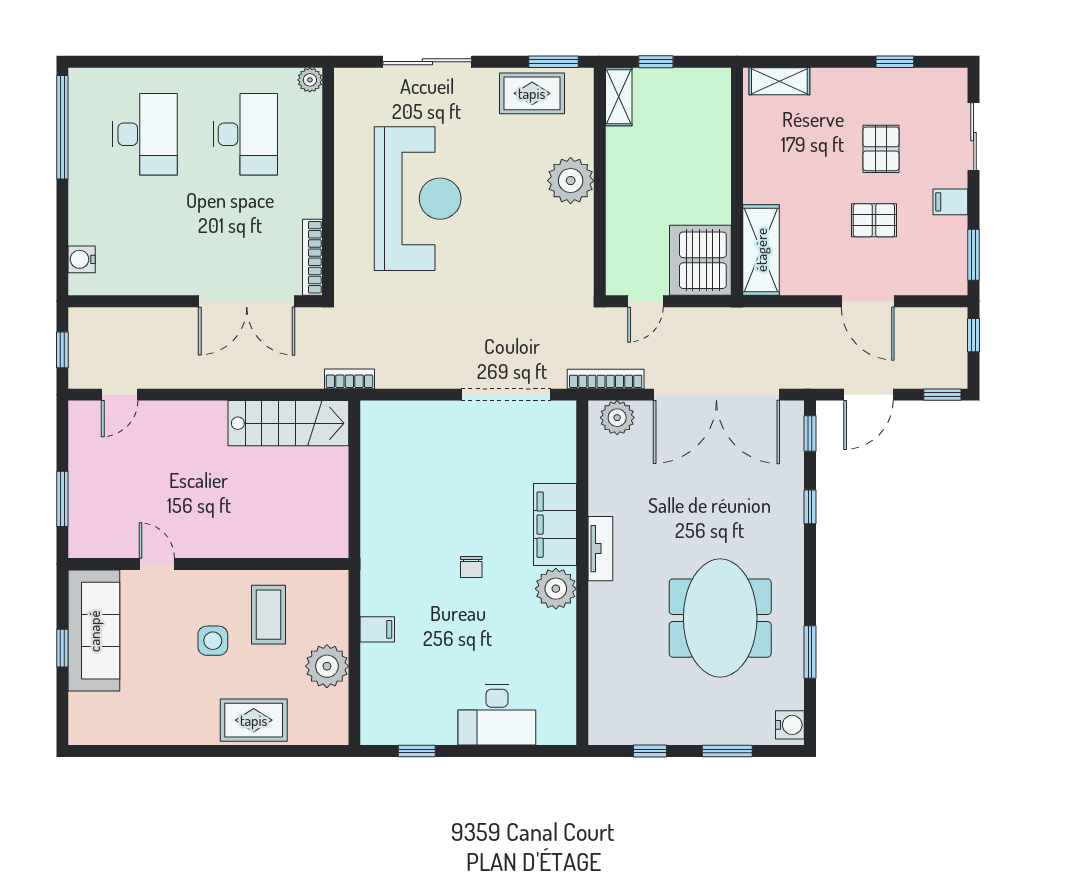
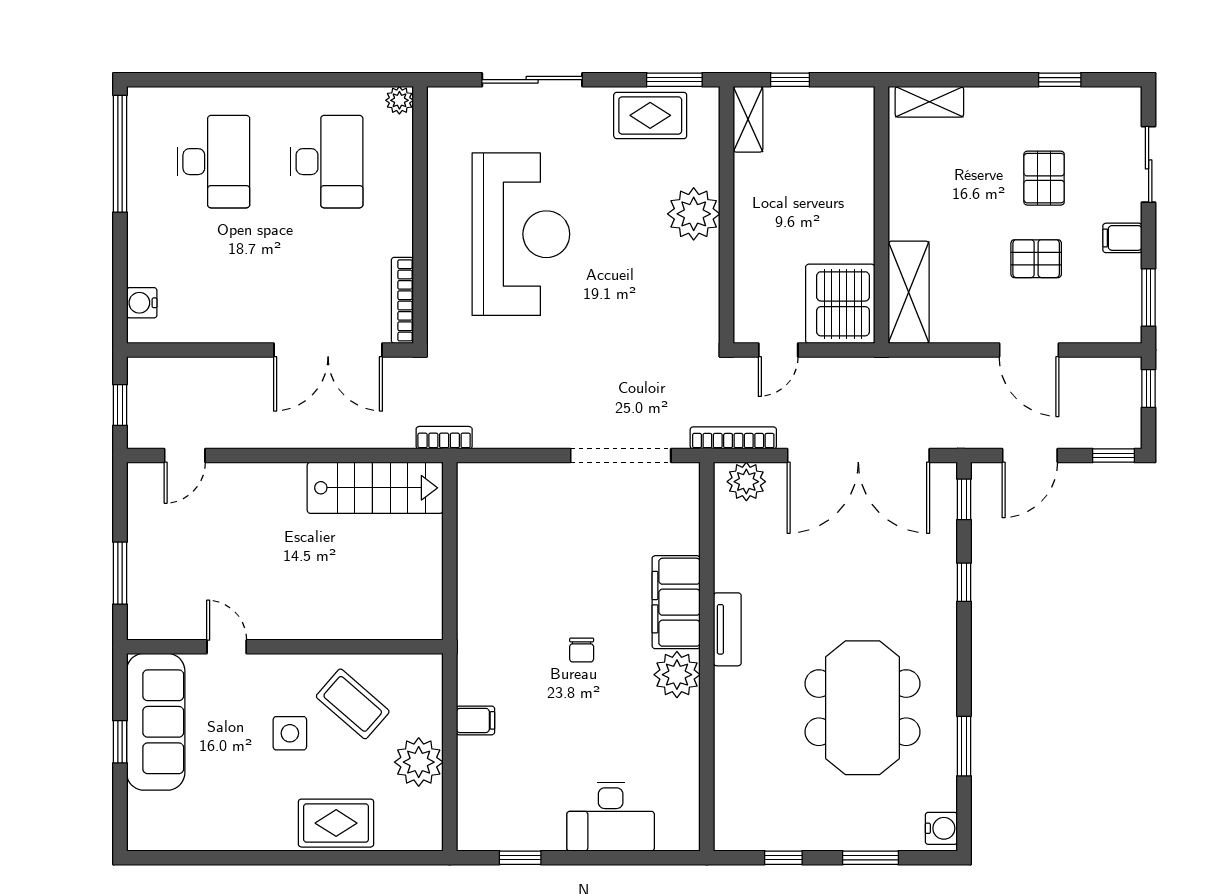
coffee table: (269, 615) -> (353, 704), turned -49

